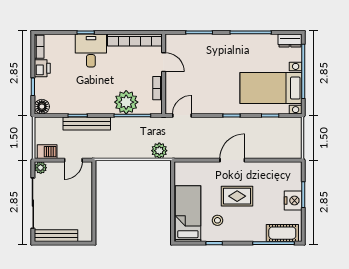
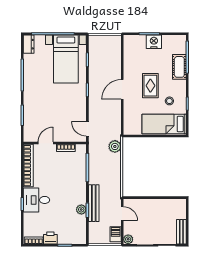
plant: (126, 102) -> (81, 209), moved, width x0.53, depth x0.53
floor lamp: (42, 107) -> (80, 238), removed
door: (232, 160) -> (122, 89), hinge flipped
cot: (282, 233) -> (179, 67), moved
bench: (56, 236) -> (181, 232), width x0.73

